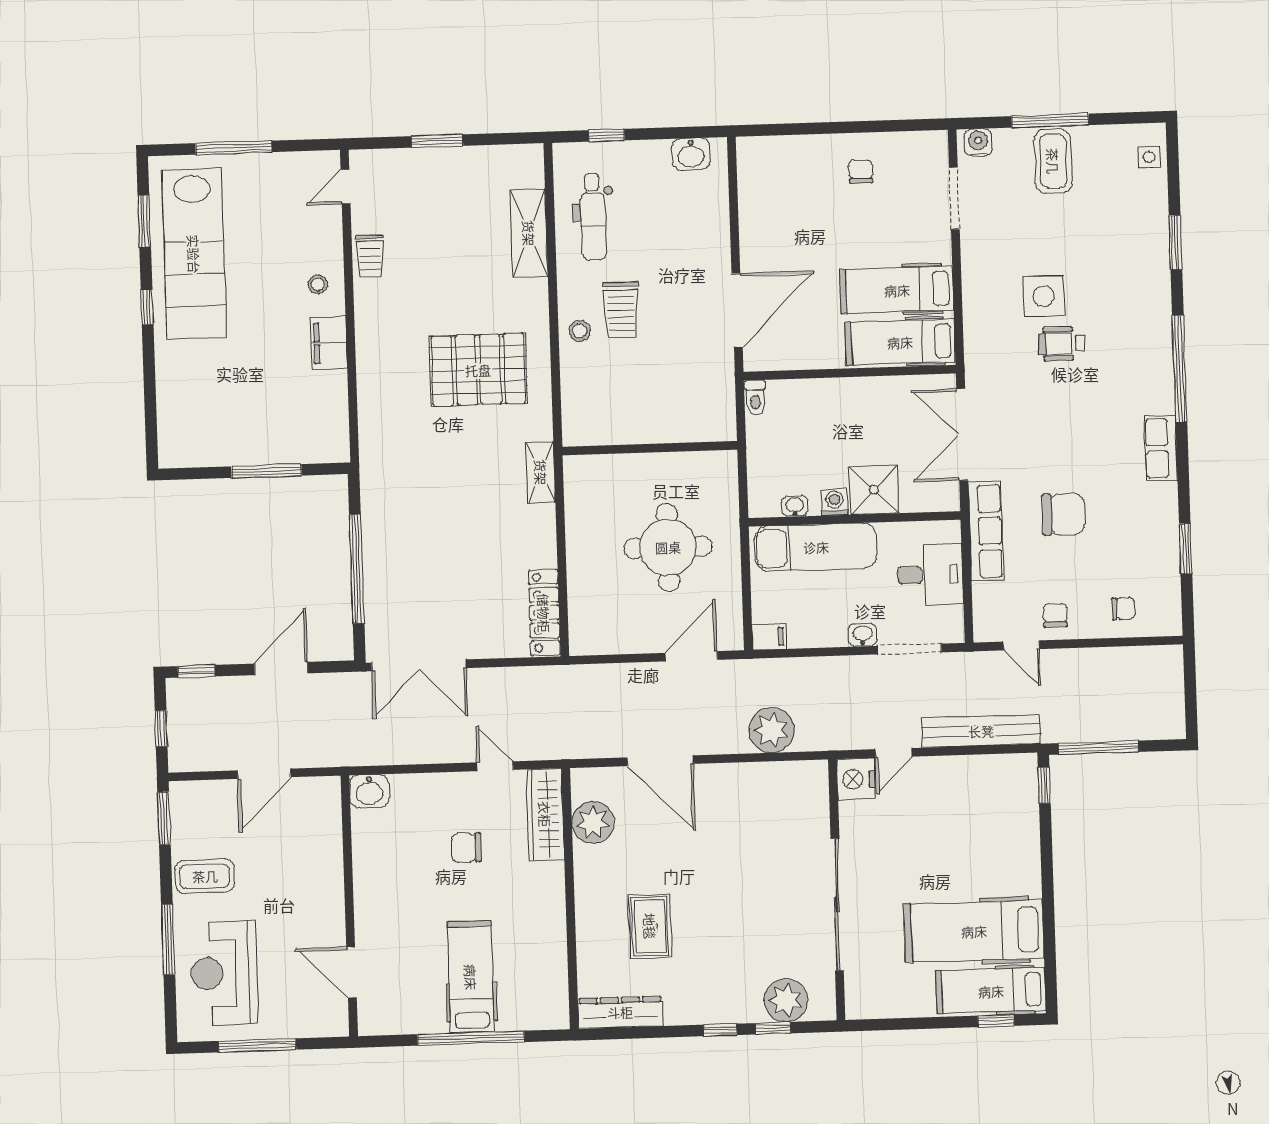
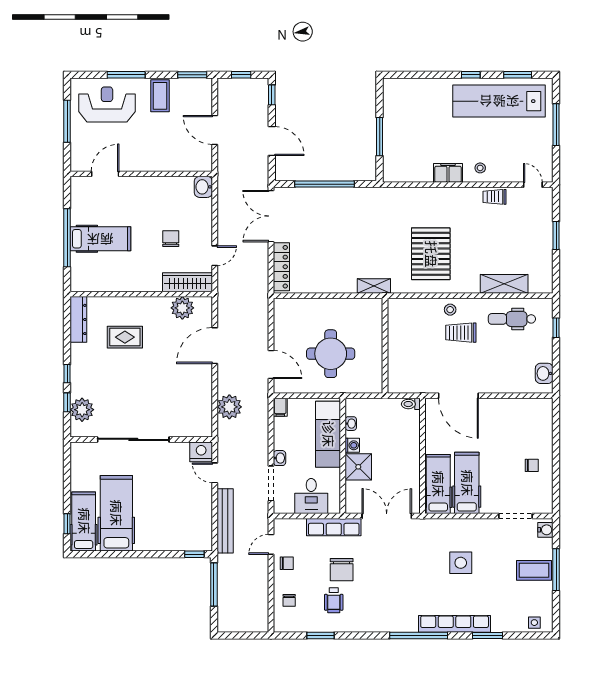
wheelchair: (1062, 344) -> (334, 600), moved, turned 180
row of seats: (1161, 448) -> (455, 624), moved, width x2.02
locker: (544, 613) -> (281, 267), moved, turned 90

